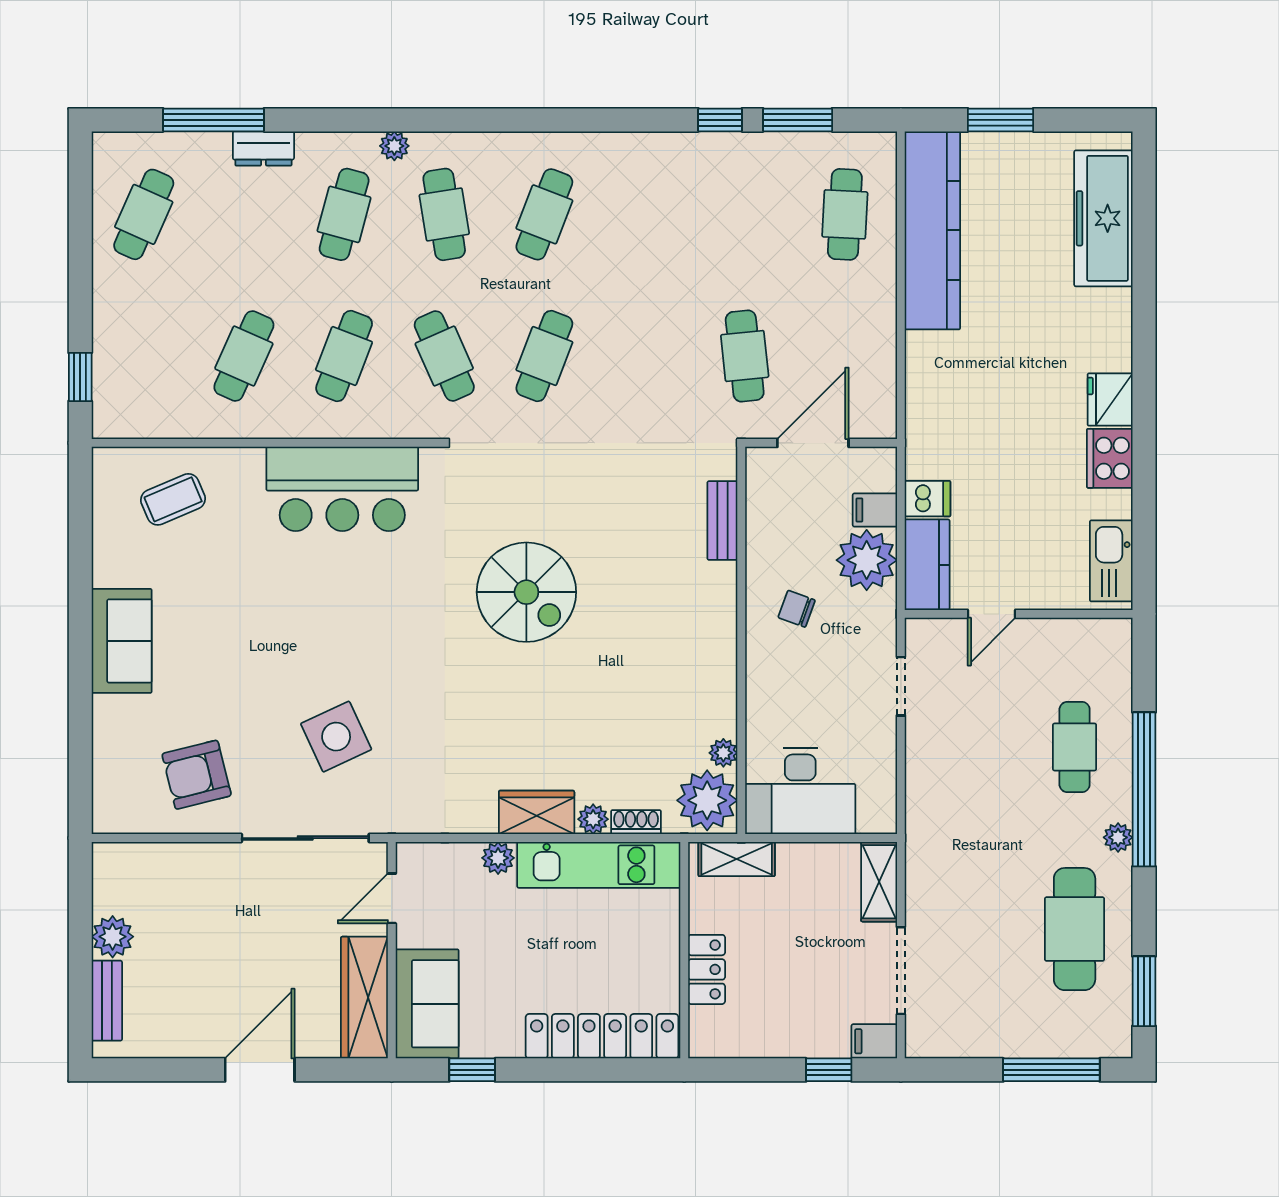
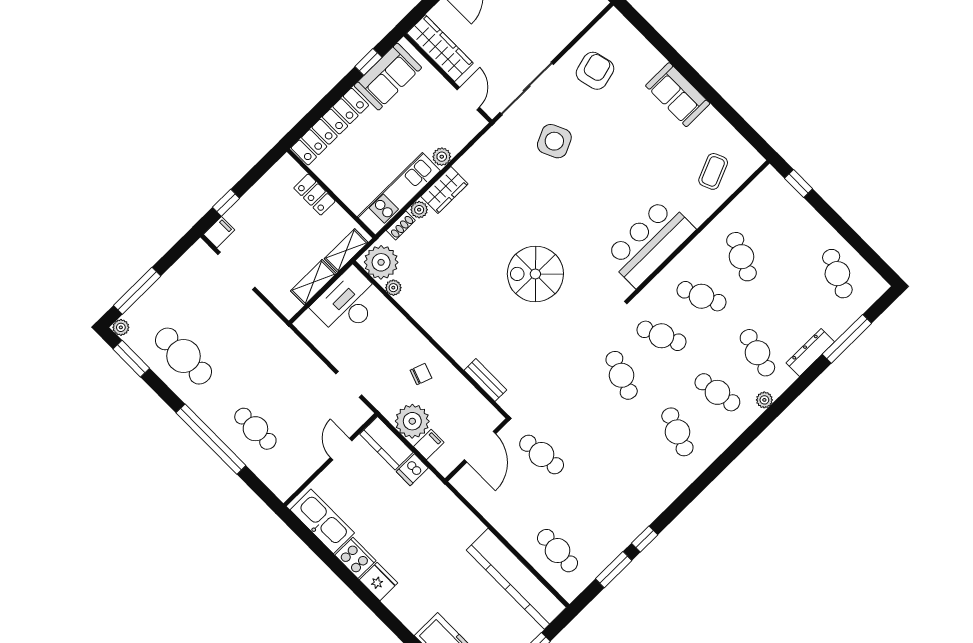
dresser: (263, 149) -> (810, 352), width x1.44
cafe table: (344, 356) -> (701, 296), turned -45
kitchen sink: (1111, 561) -> (322, 521), width x1.36, depth x1.24
plant: (1118, 837) -> (121, 327), moved
shelving: (879, 882) -> (313, 282), moved, turned 90
sofa: (427, 1004) -> (388, 77), moved, turned -90

